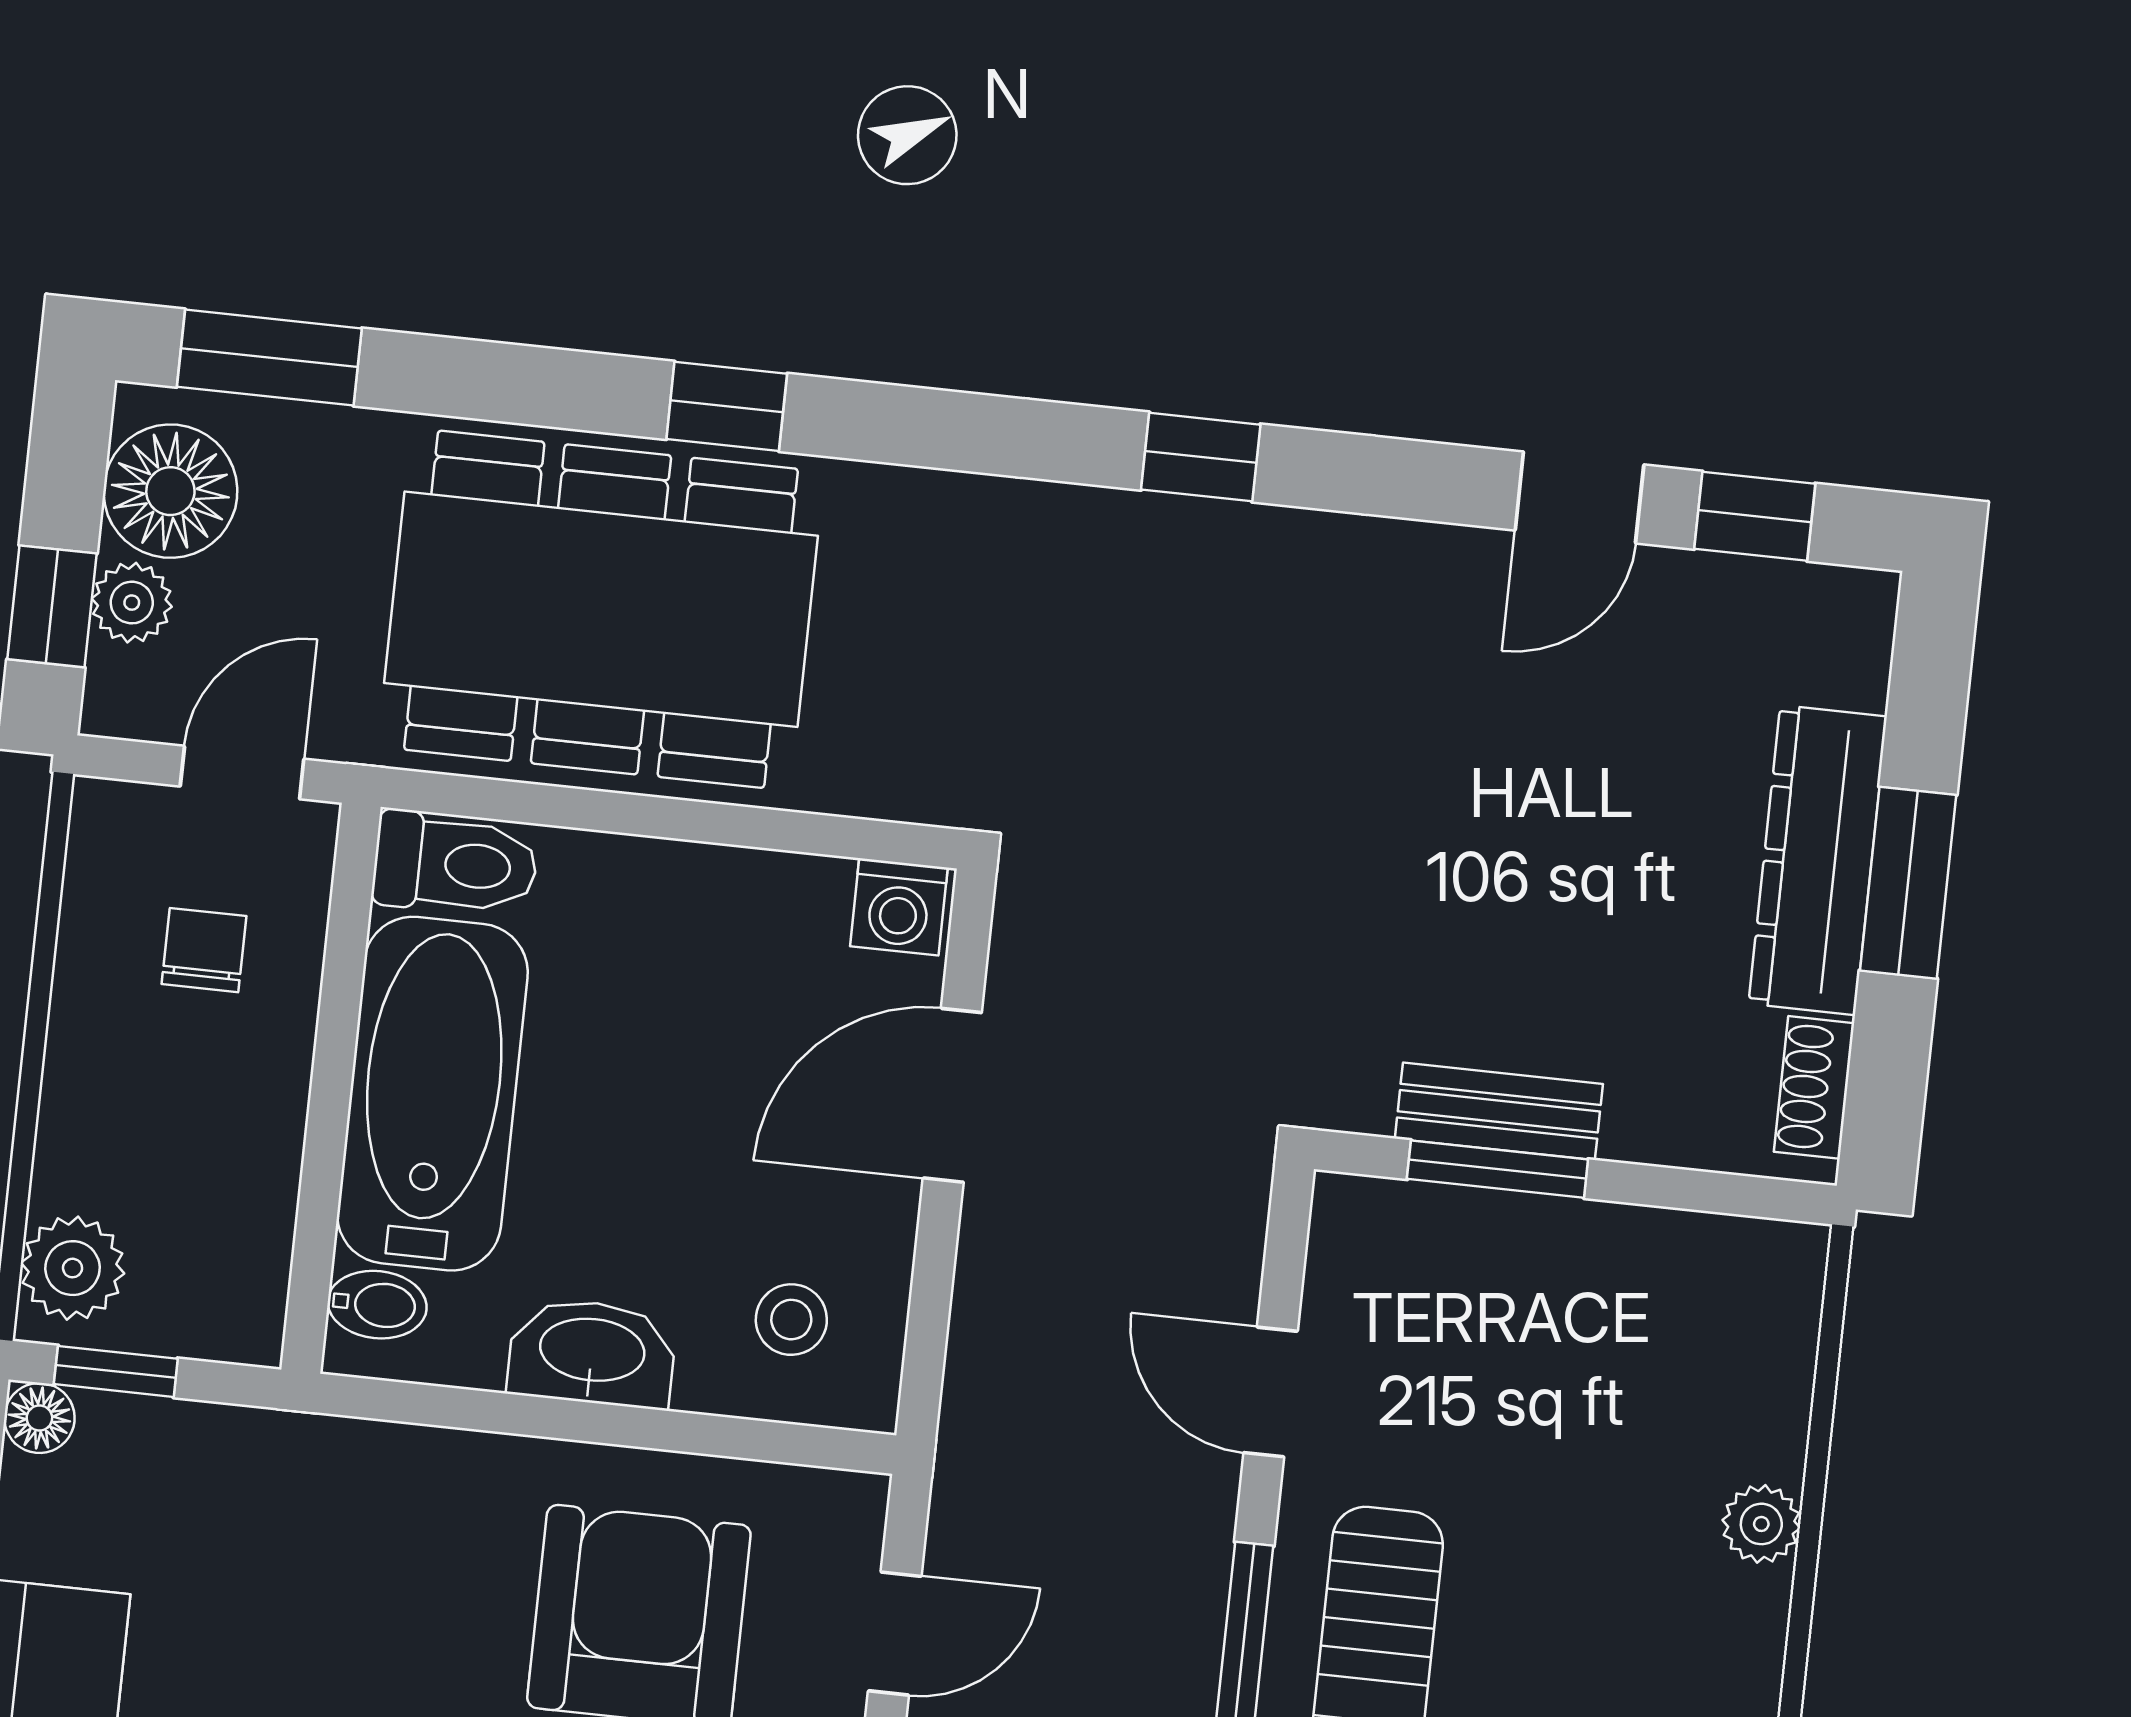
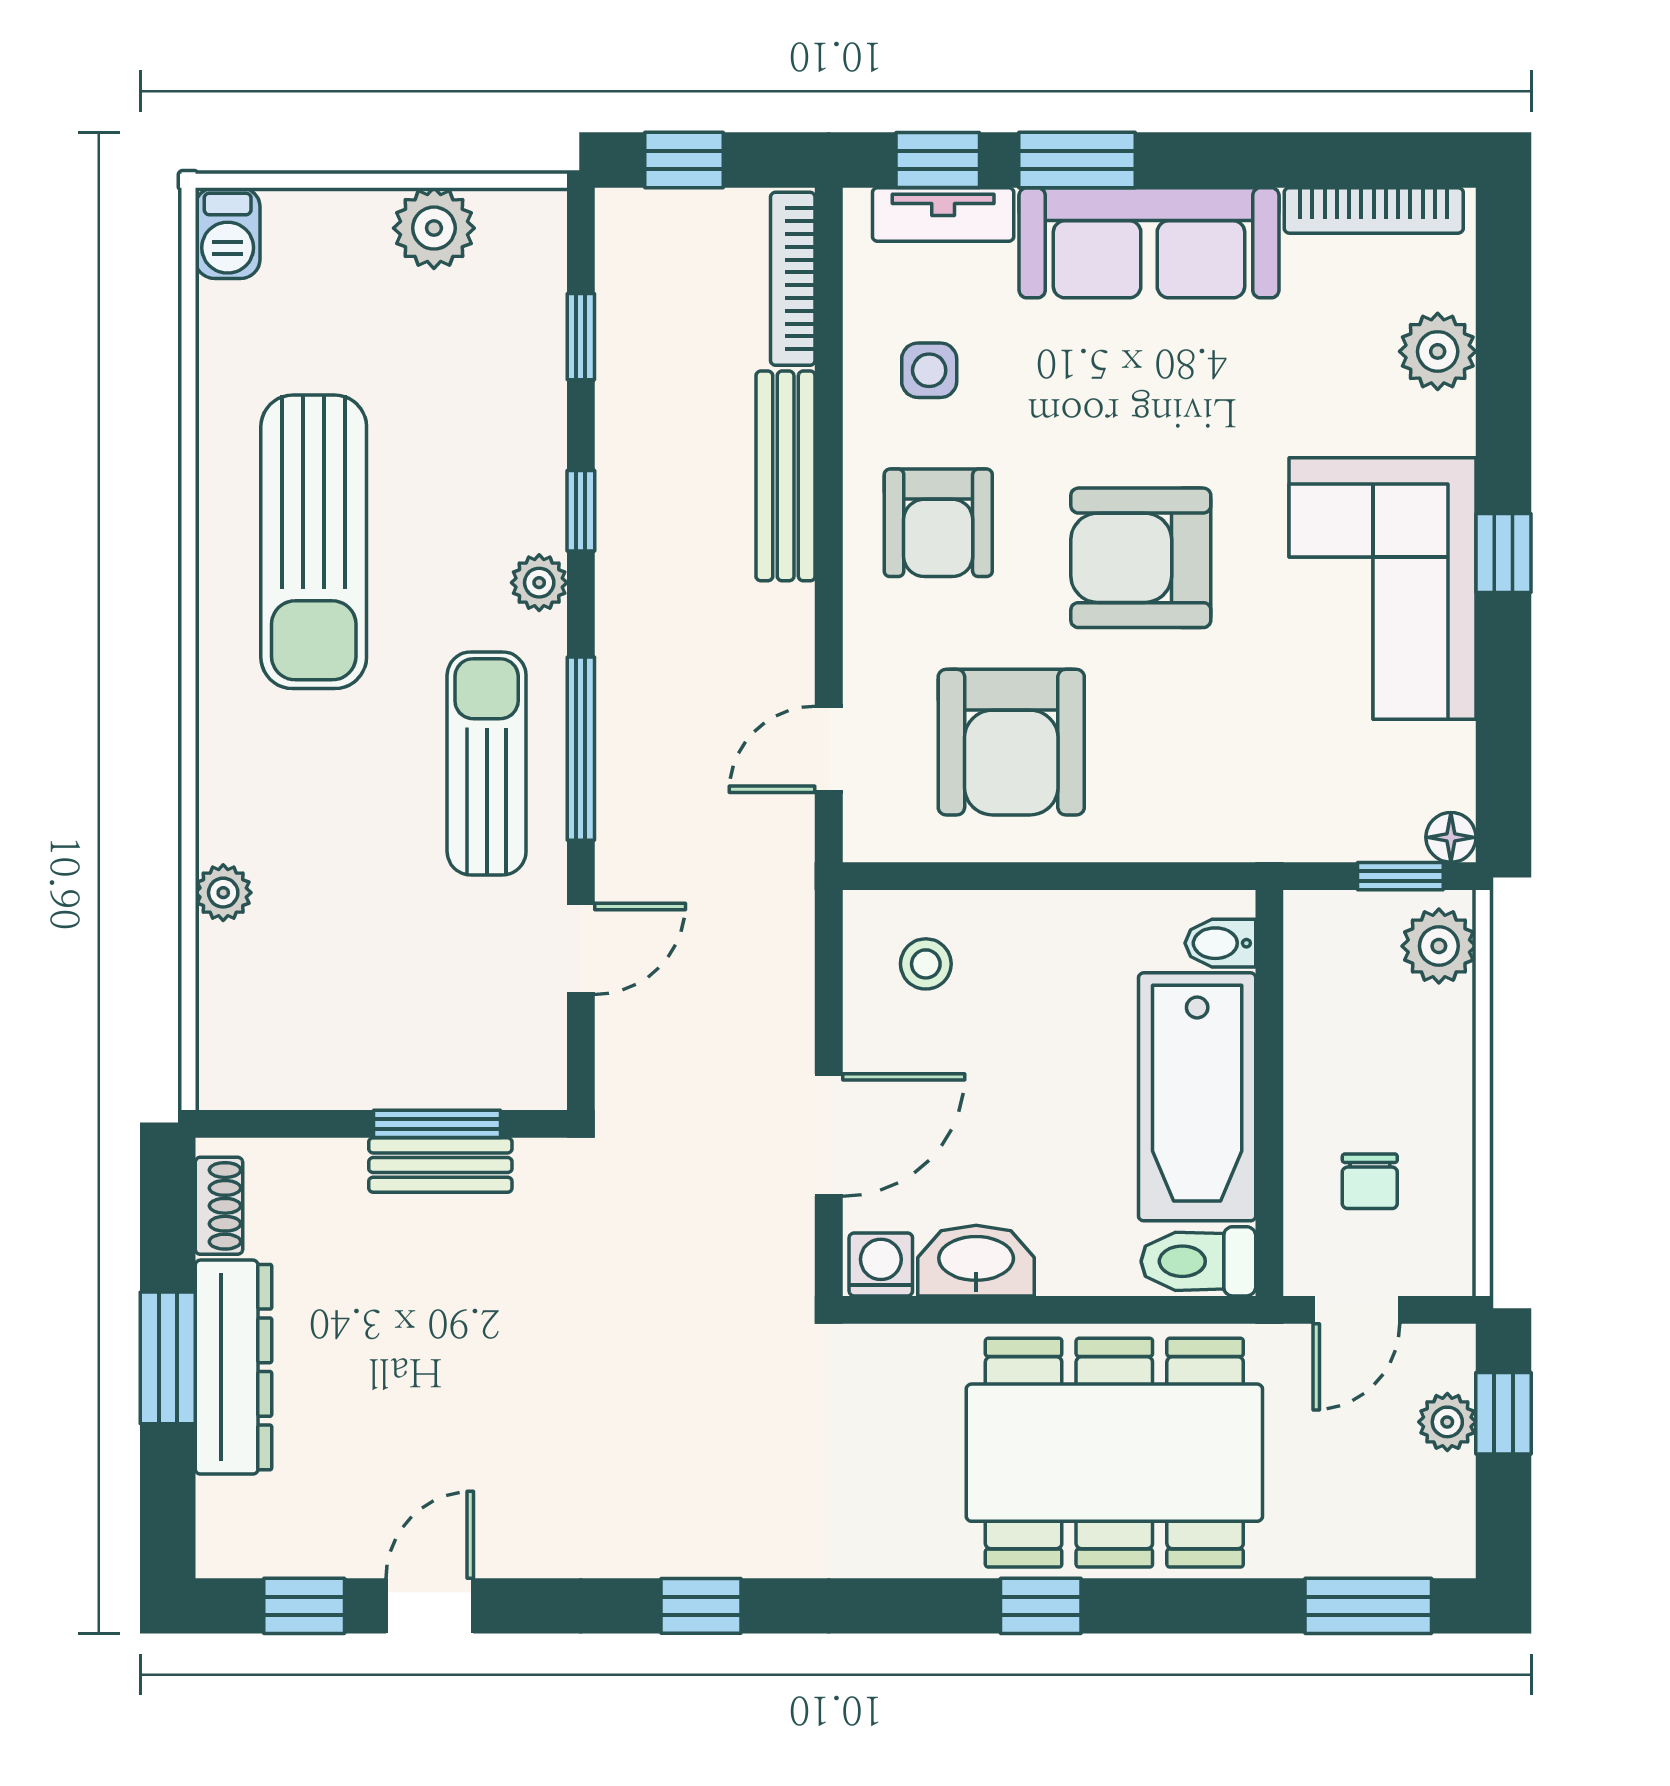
floor lamp: (170, 491) -> (1428, 1504), removed
washbasin: (592, 1353) -> (976, 1261), moved, turned 180
door: (1271, 1392) -> (581, 949), hinge flipped

